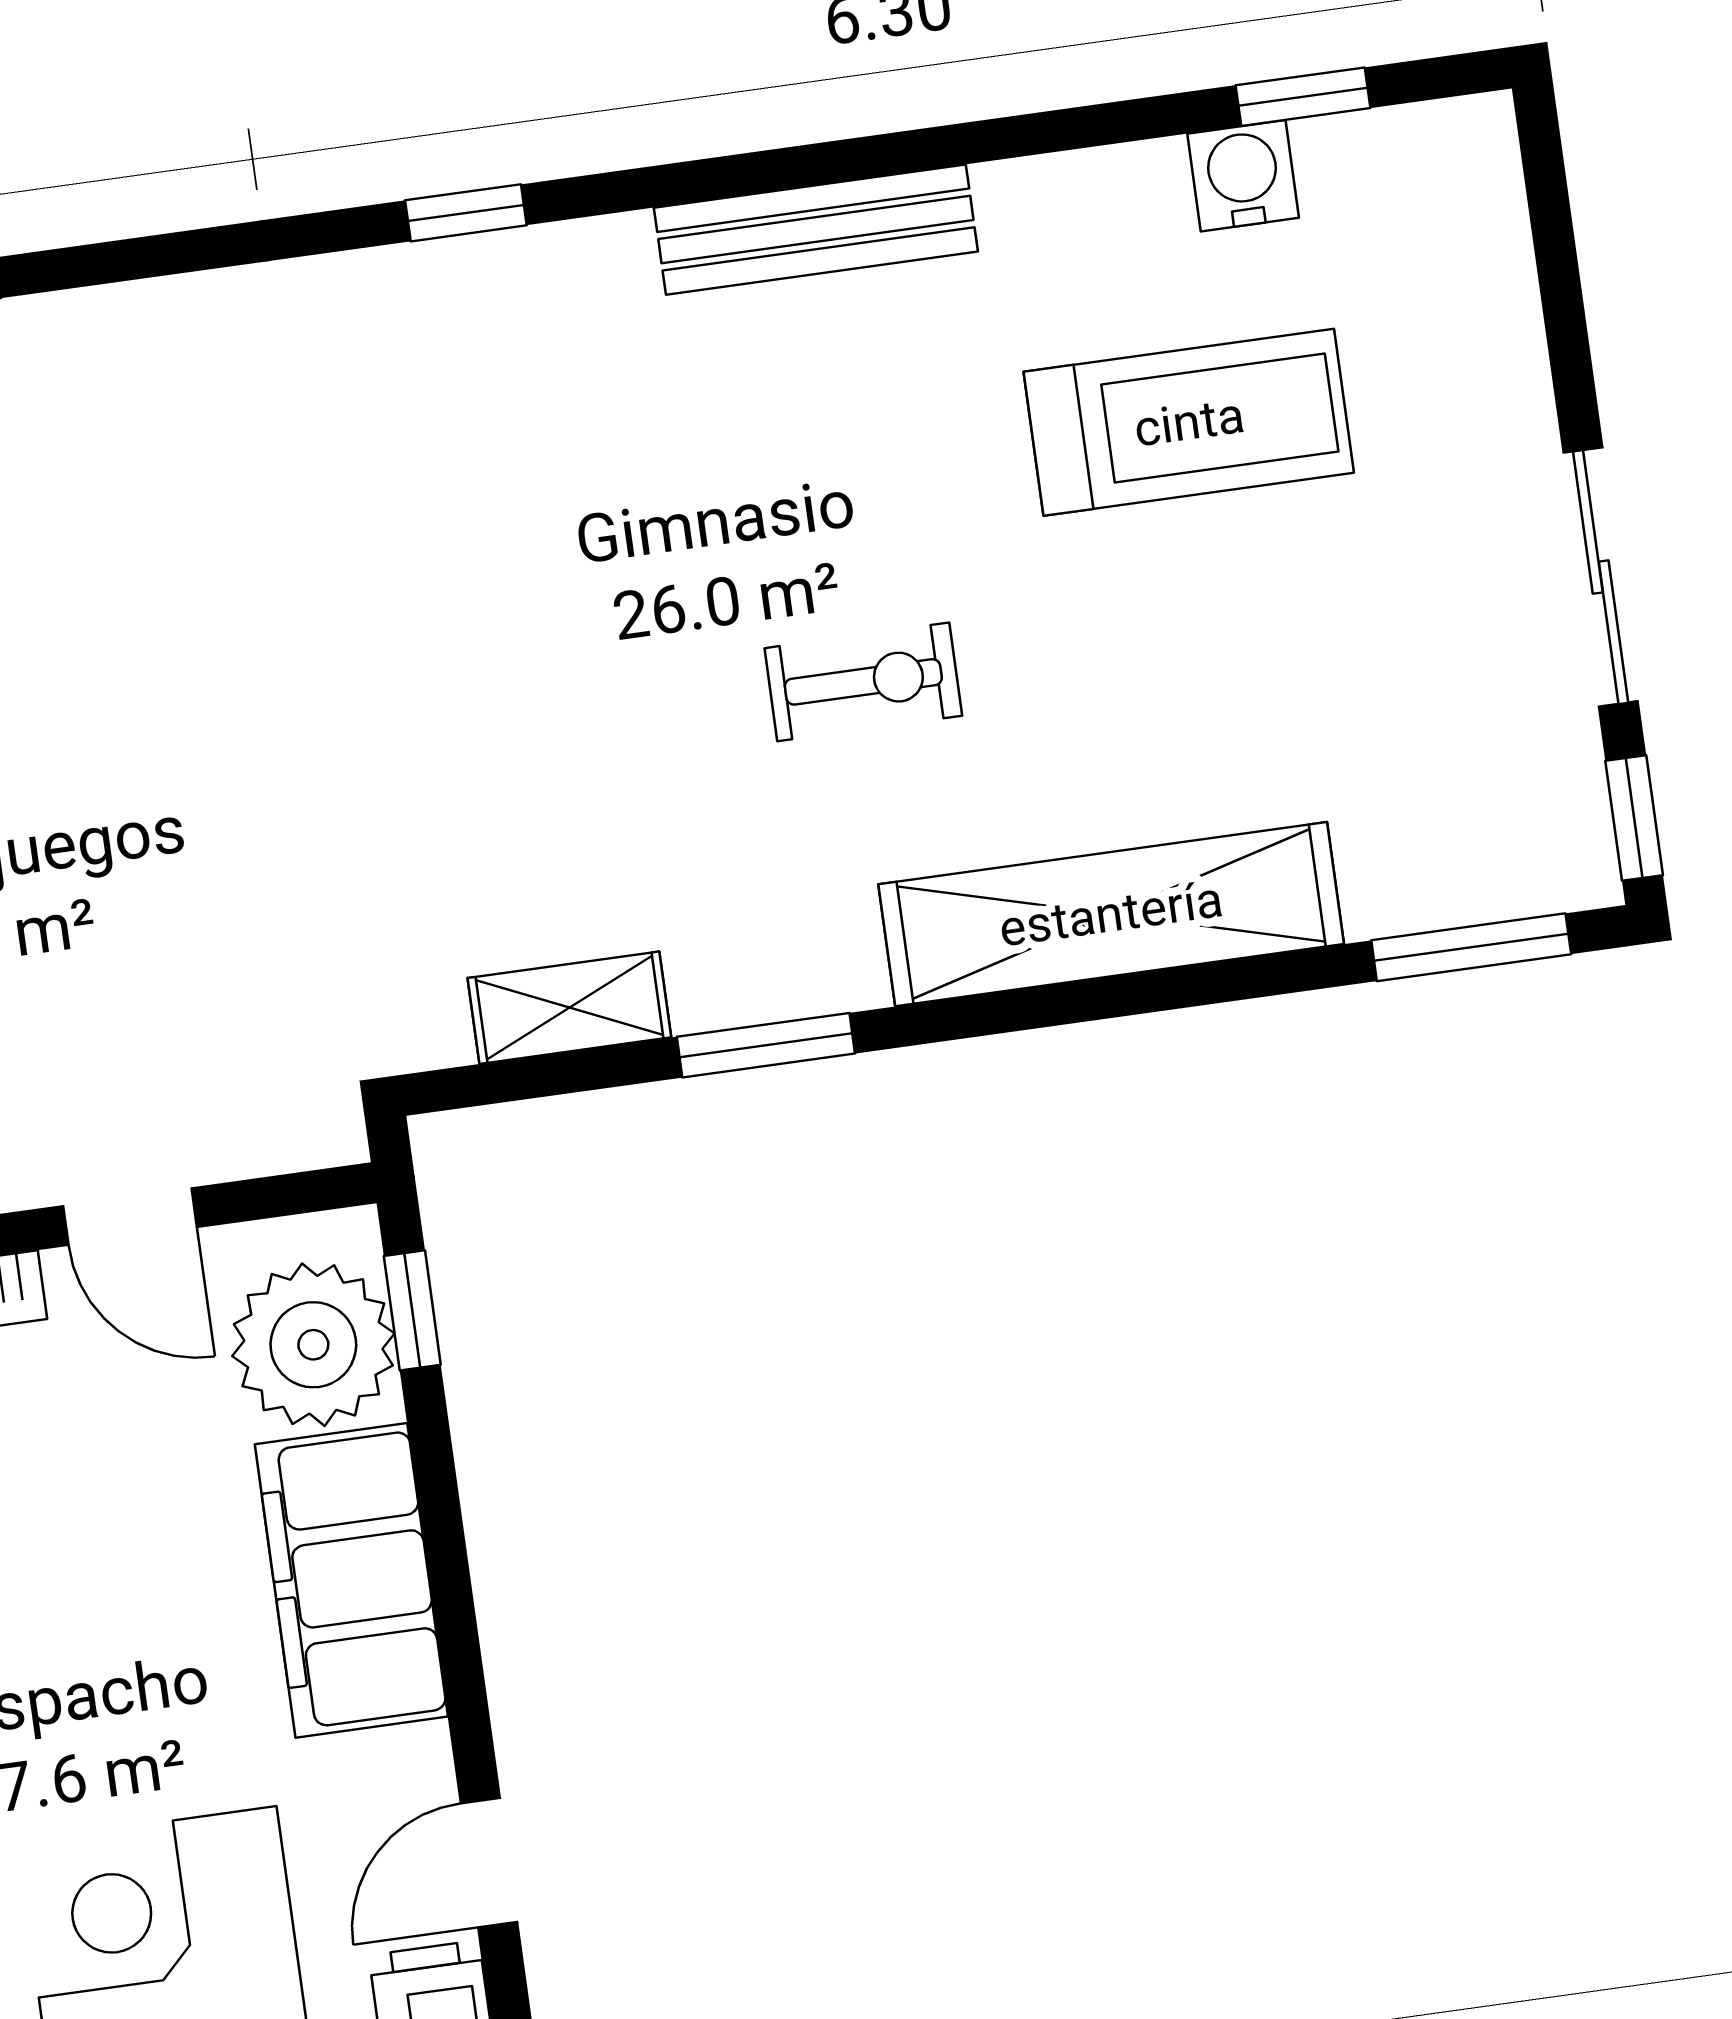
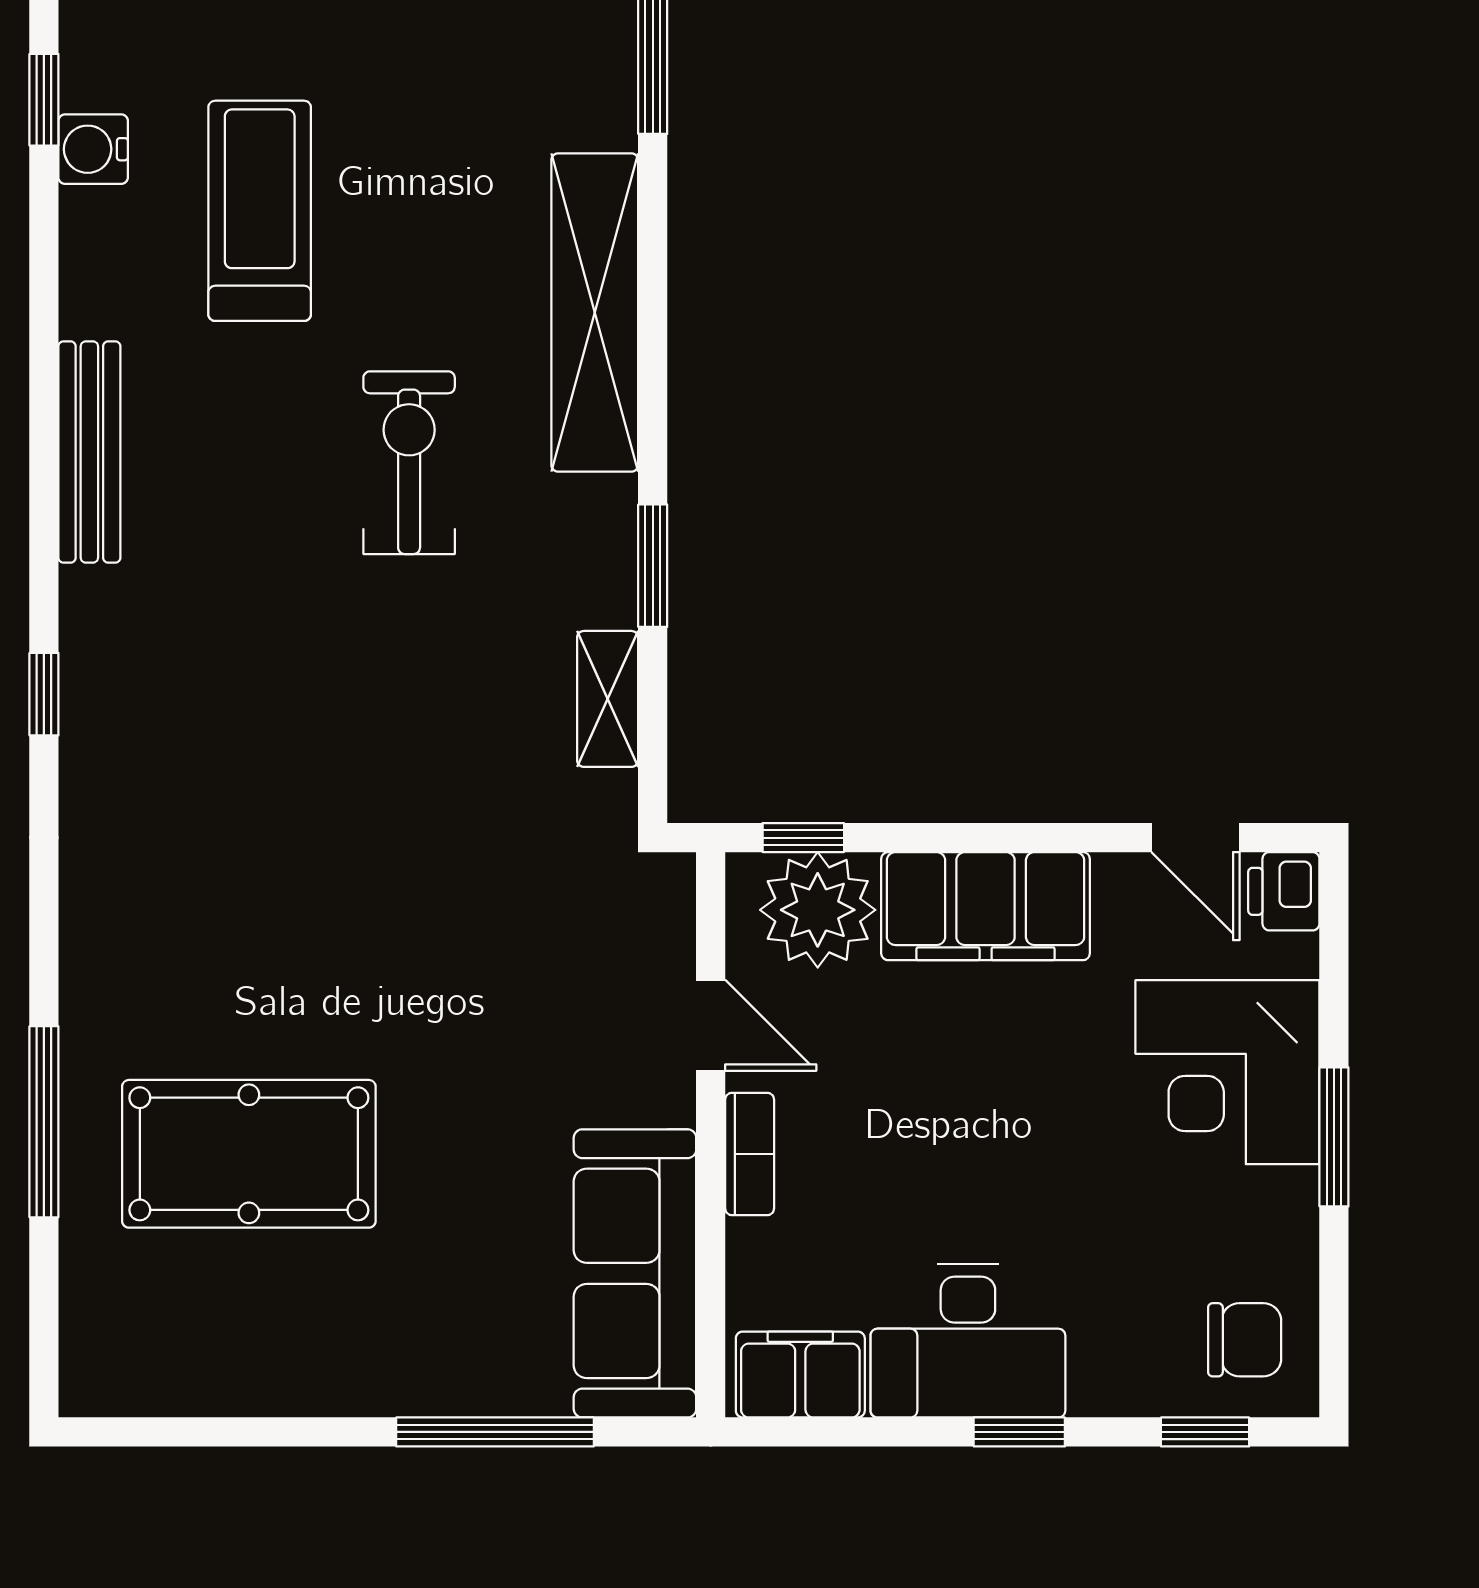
exercise bike: (863, 682) -> (409, 463), width x1.38, depth x1.39
door: (130, 1217) -> (711, 1025), hinge flipped

